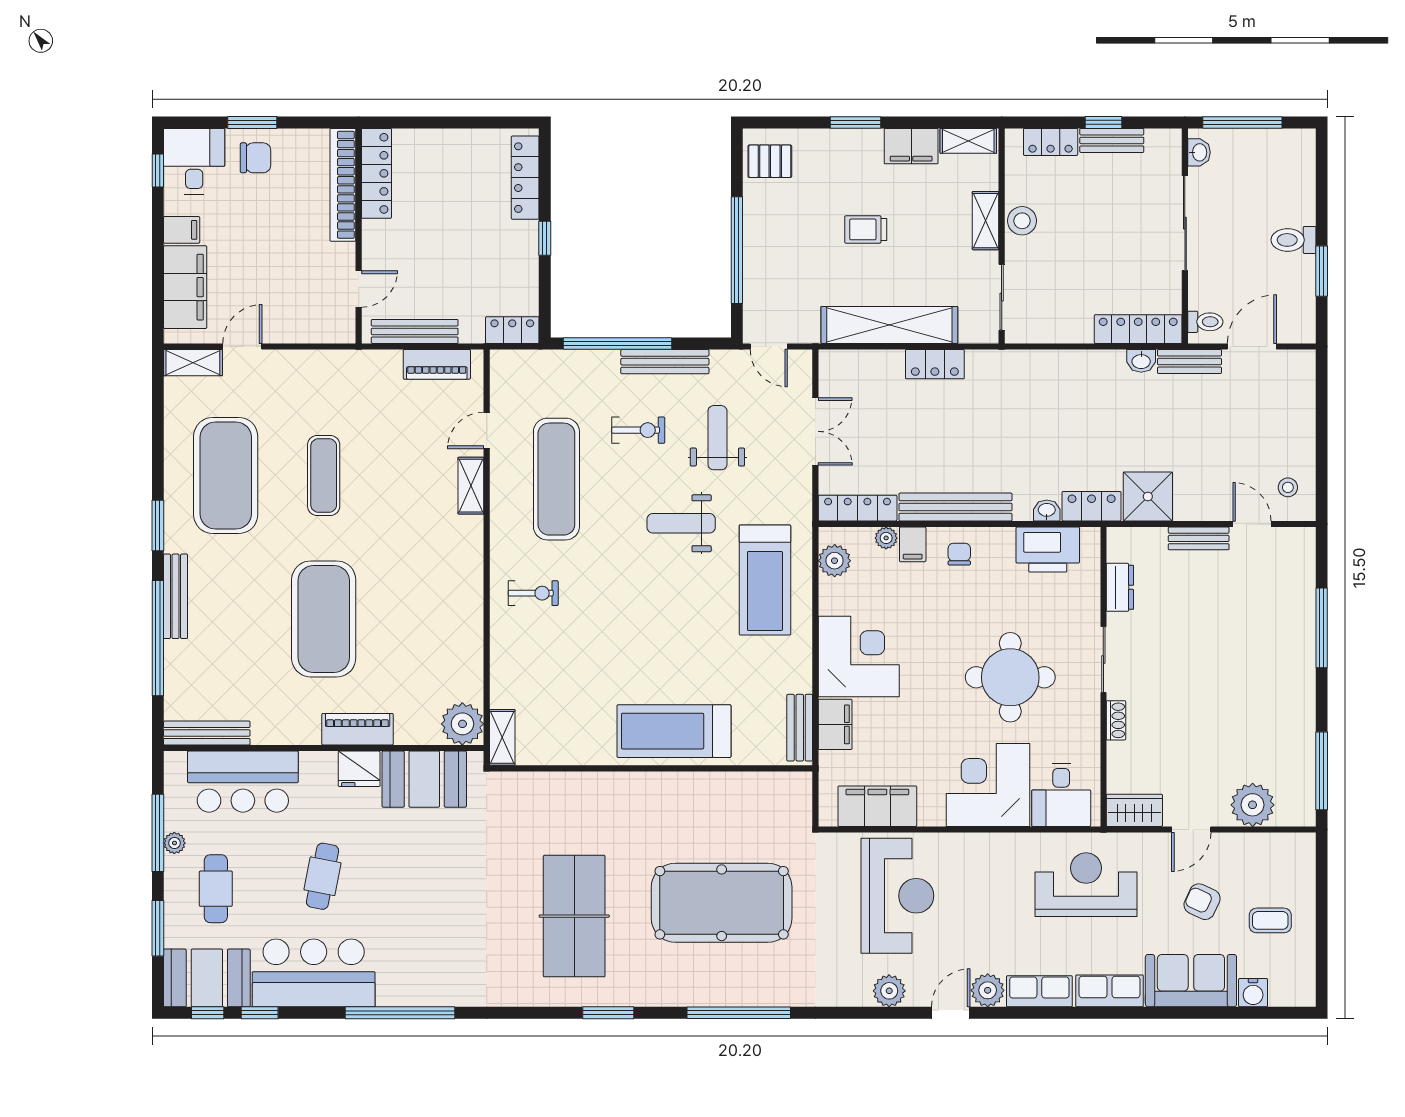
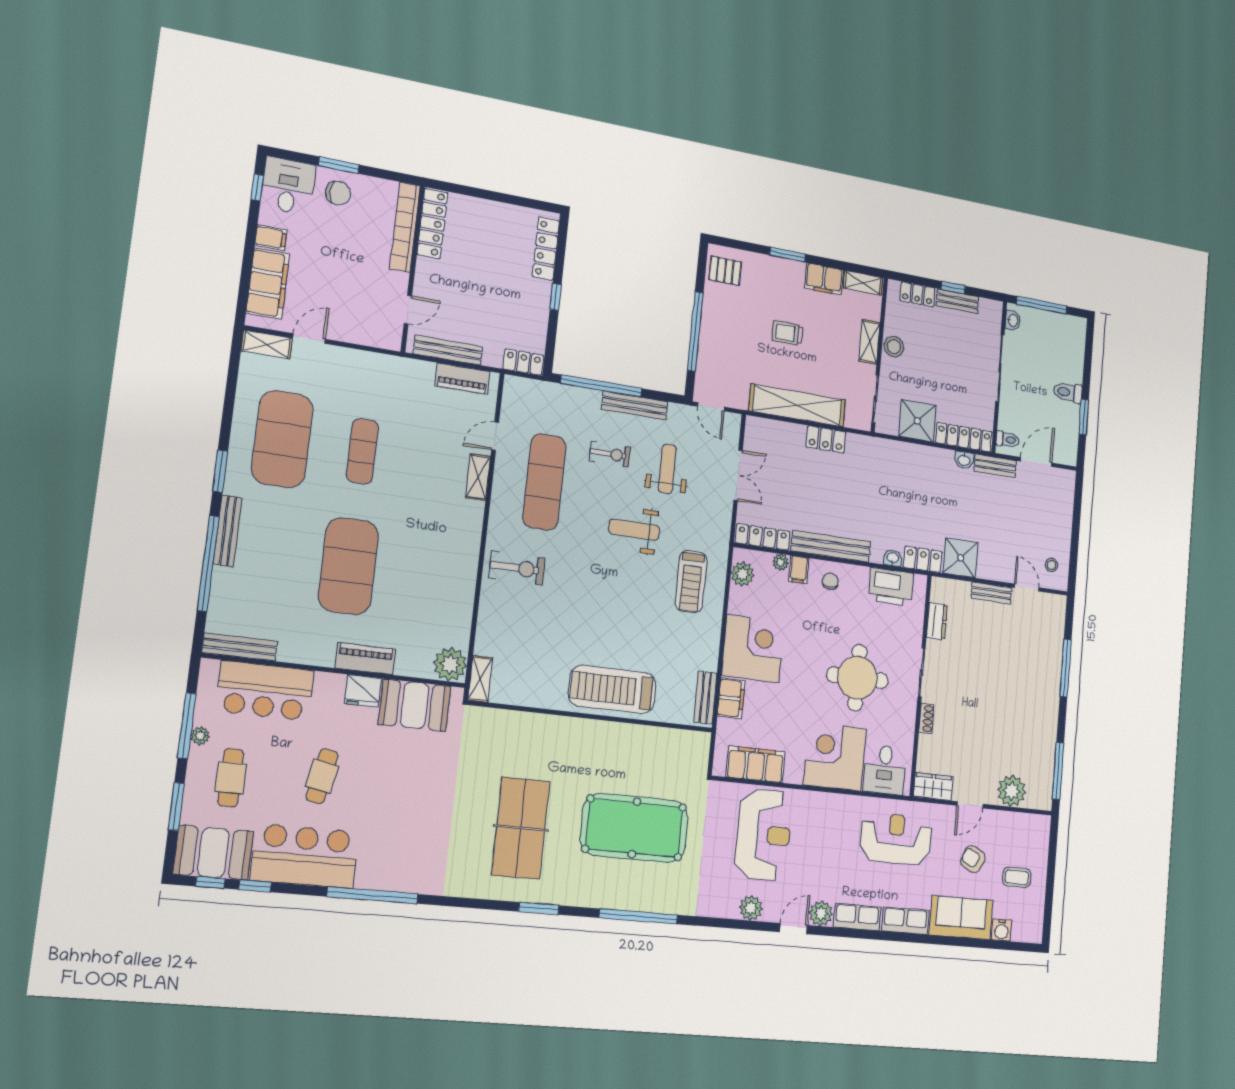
shower: (1066, 318) -> (917, 421), added
treadmill: (765, 580) -> (691, 582), width x0.73, depth x0.73
exercise bike: (533, 593) -> (517, 568), width x1.38, depth x1.39

